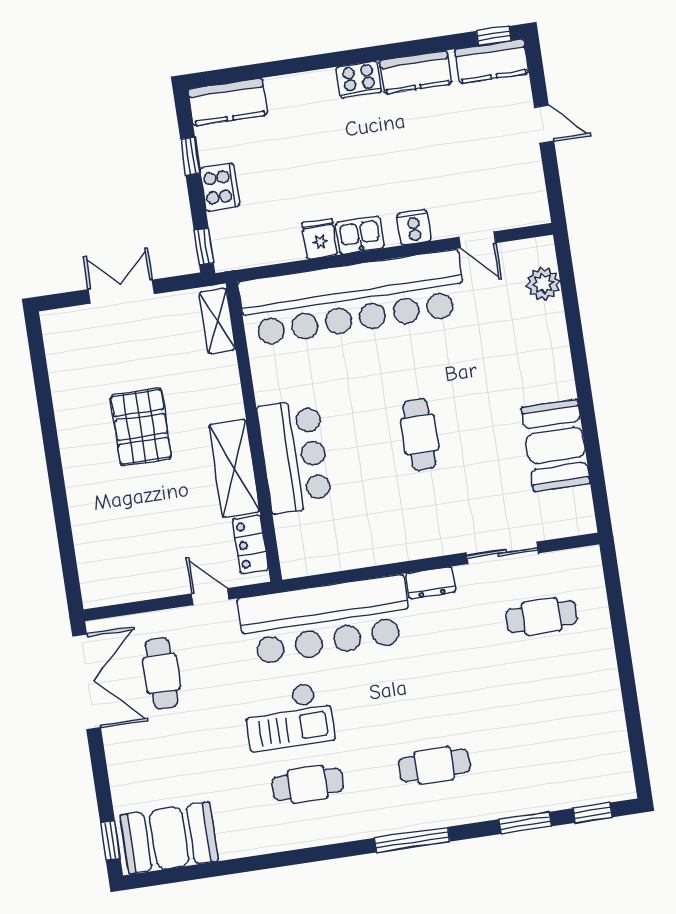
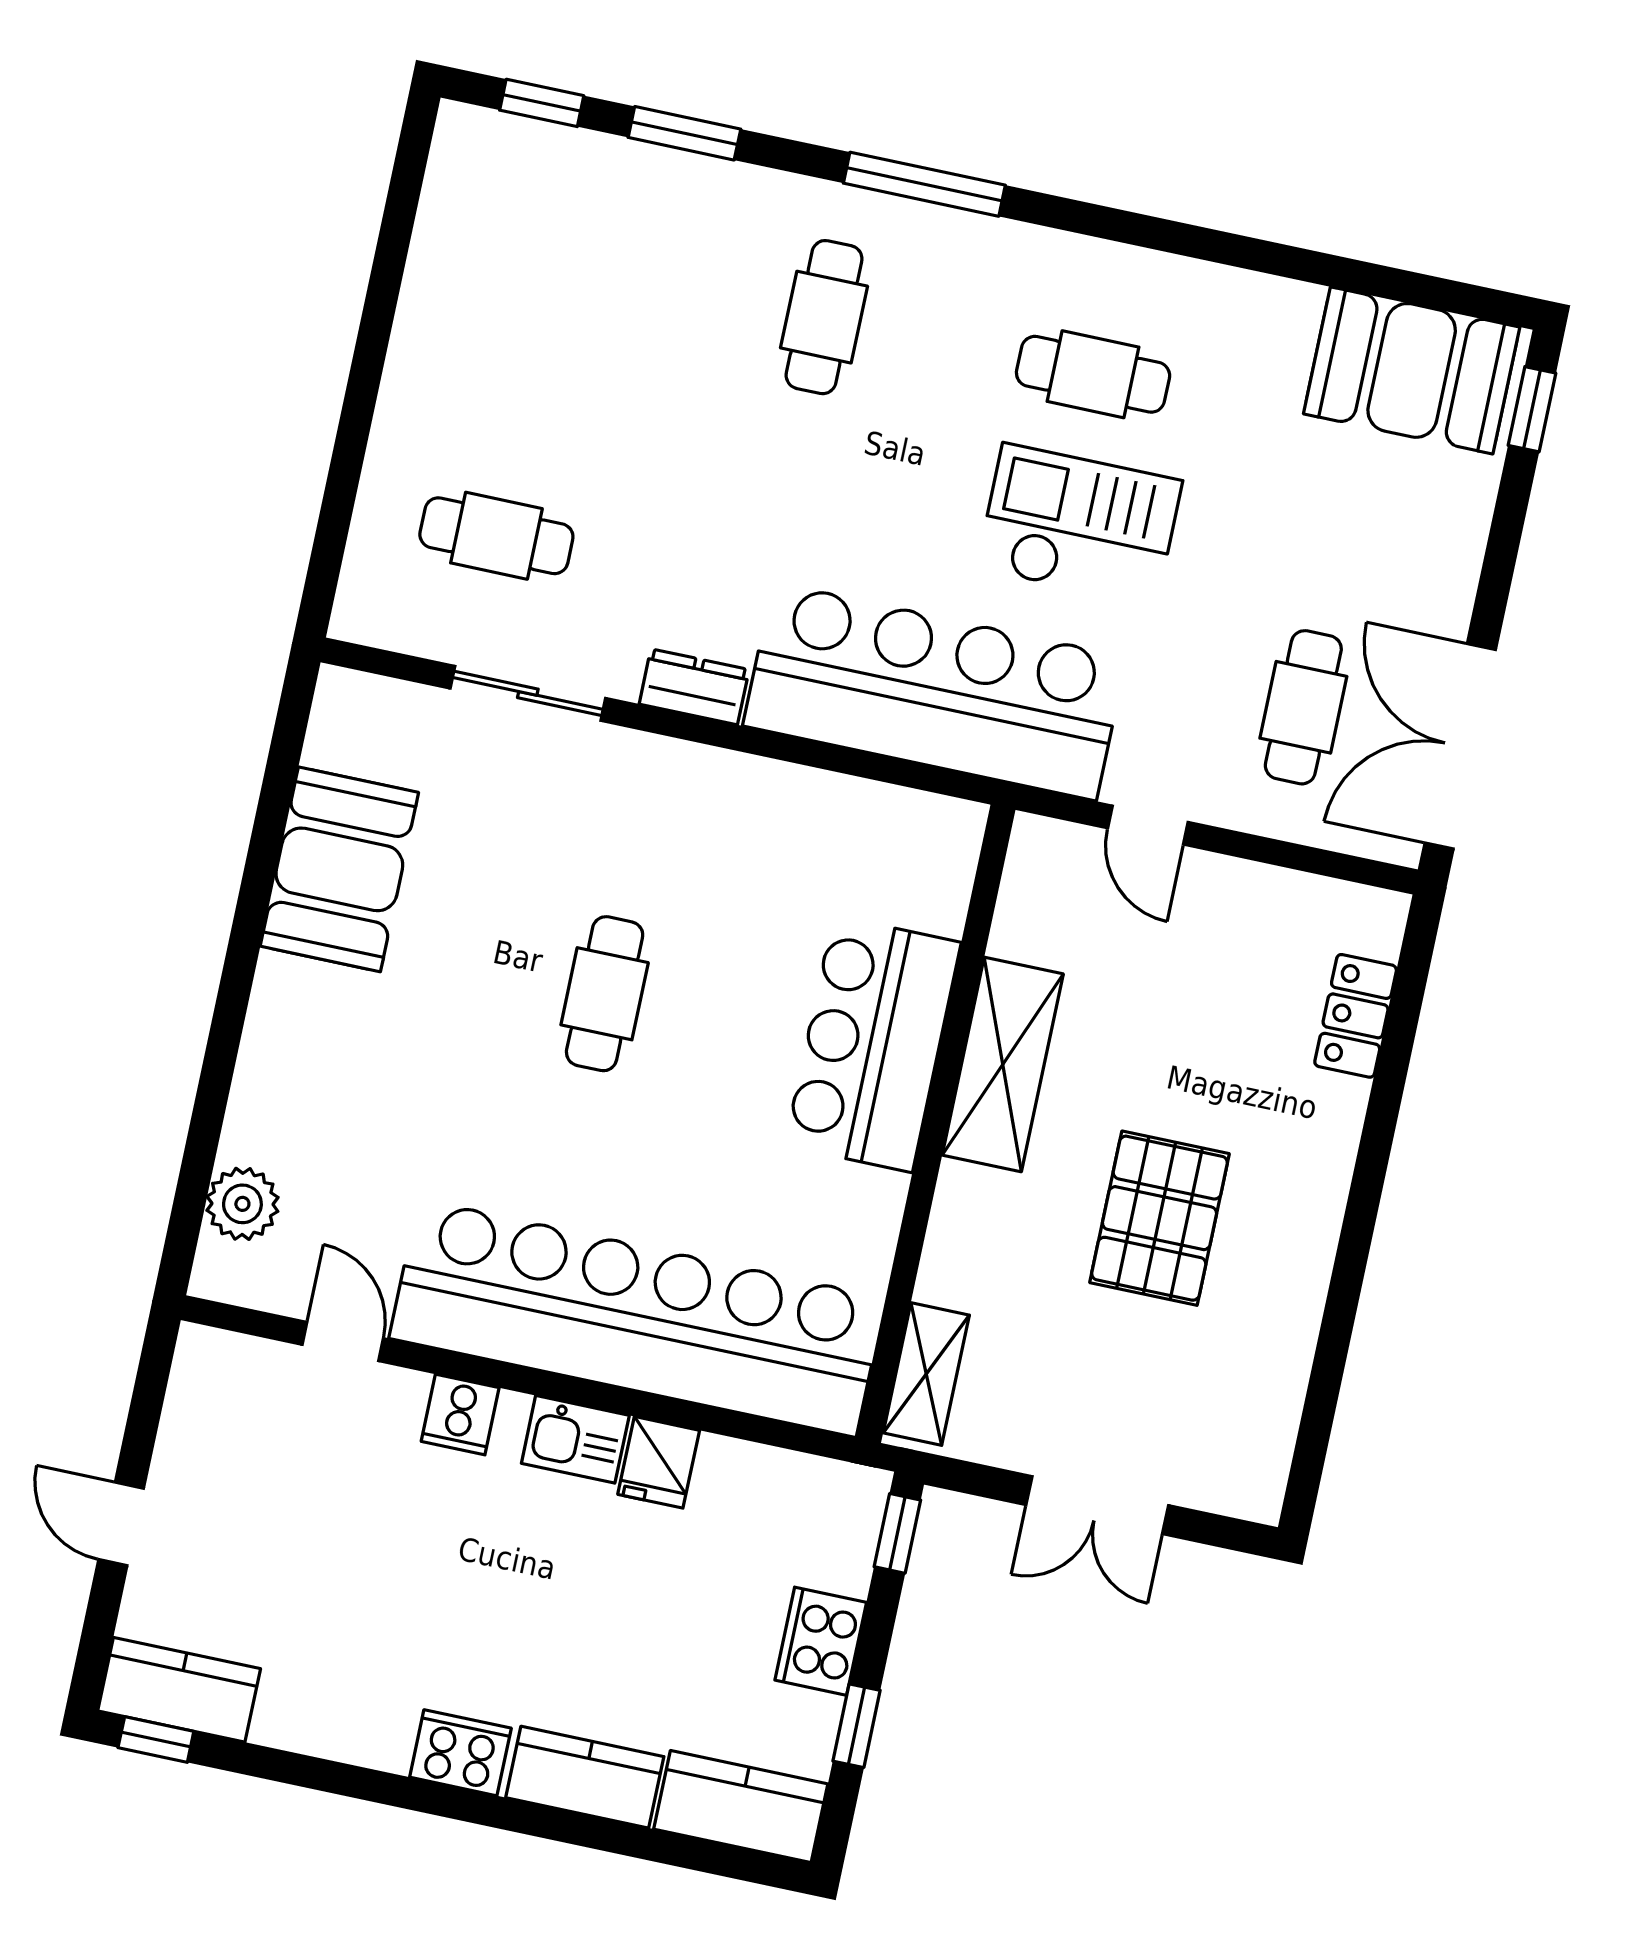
kitchen counter: (415, 72) -> (585, 1777), moved
locker: (250, 545) -> (1356, 1016), moved, turned 180
cafe table: (434, 765) -> (824, 317), turned 90

